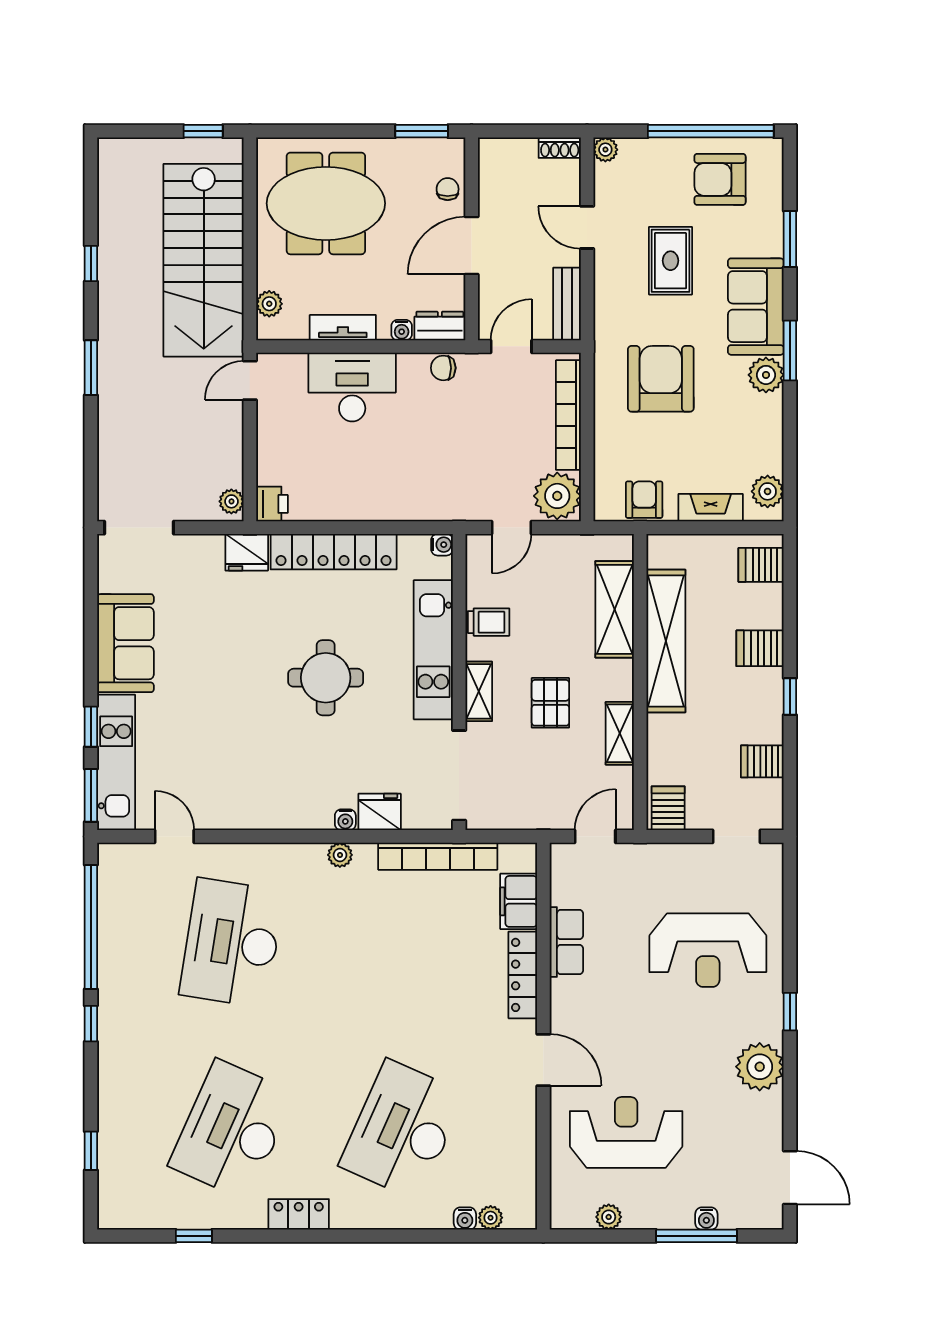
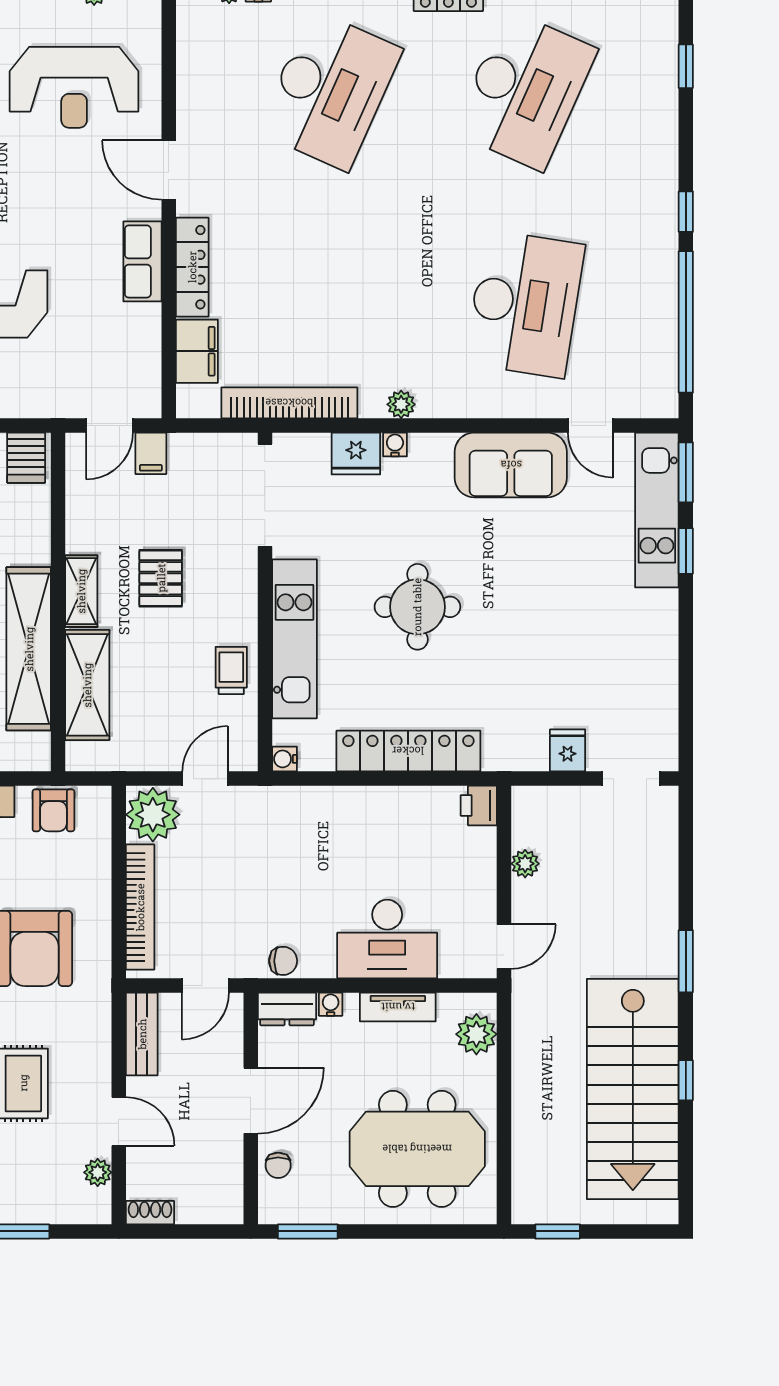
plant: (605, 150) -> (98, 1172), moved
stairs: (204, 260) -> (633, 1089), moved, turned 180
plant: (269, 304) -> (476, 1034), width x1.38, depth x1.38
plant: (231, 501) -> (525, 864), moved
doorway: (139, 528) -> (631, 779), width x0.73
fridge: (247, 552) -> (568, 750), moved, width x0.72
trolley: (489, 622) -> (231, 670), turned 90
sofa: (125, 643) -> (511, 465), moved, turned -90
shelving: (479, 691) -> (243, 591), removed
shelving: (620, 733) -> (81, 591), moved
filing cabinet: (559, 812) -> (151, 453), added
row of seats: (566, 942) -> (142, 261), moved

